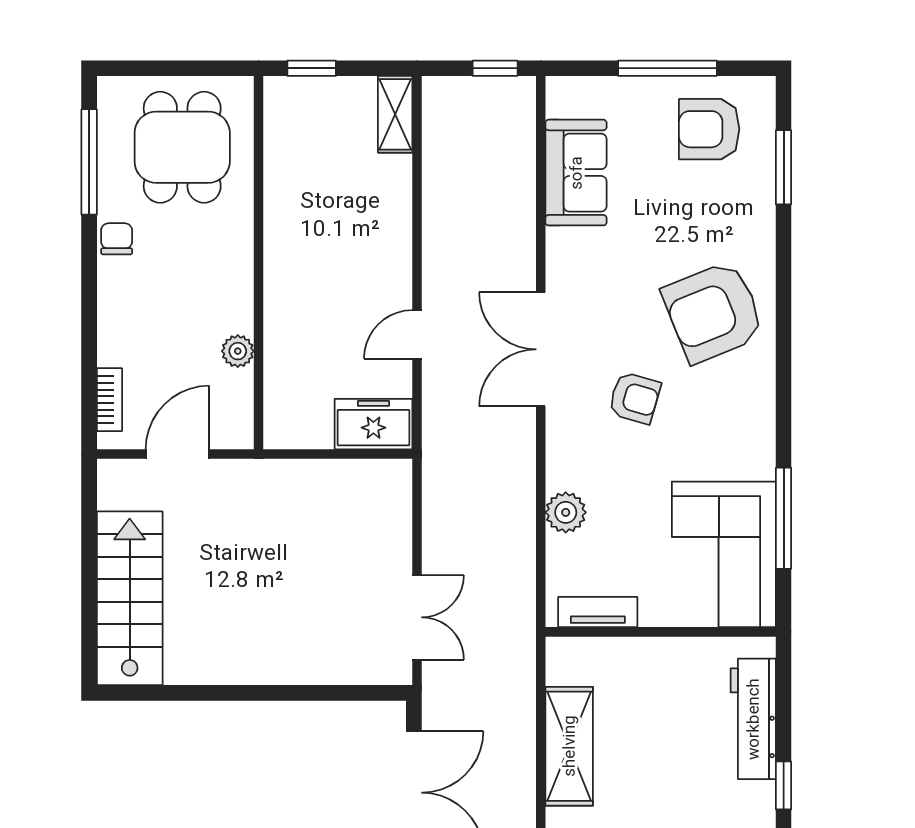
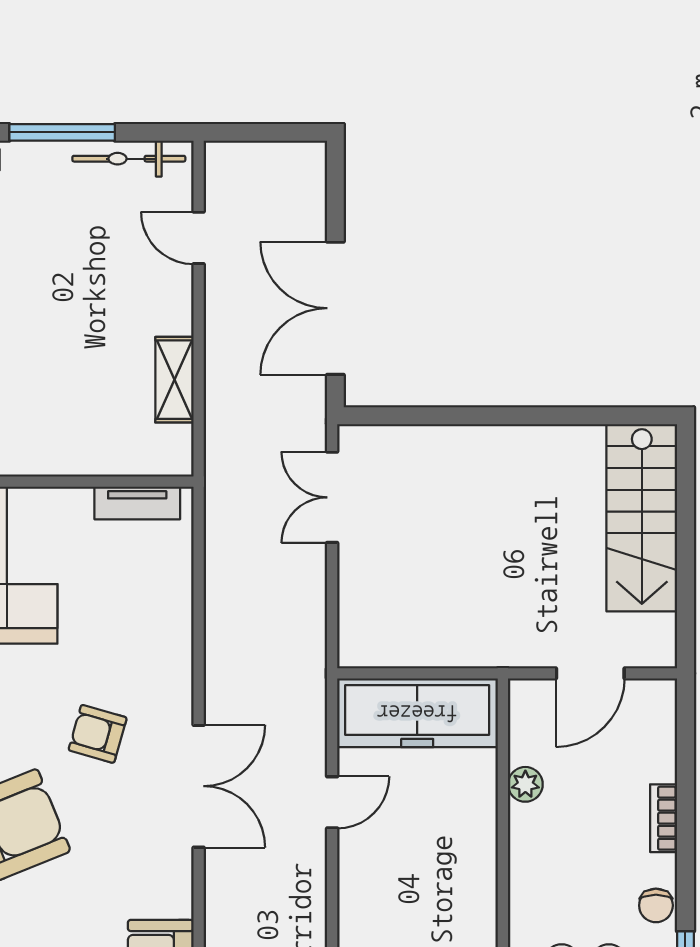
bookcase: (110, 400) -> (664, 818), moved
freezer: (373, 424) -> (417, 713), width x1.91, depth x1.26
plant: (566, 512) -> (172, 610), removed
shelving: (569, 746) -> (174, 380), width x0.67, depth x0.75

